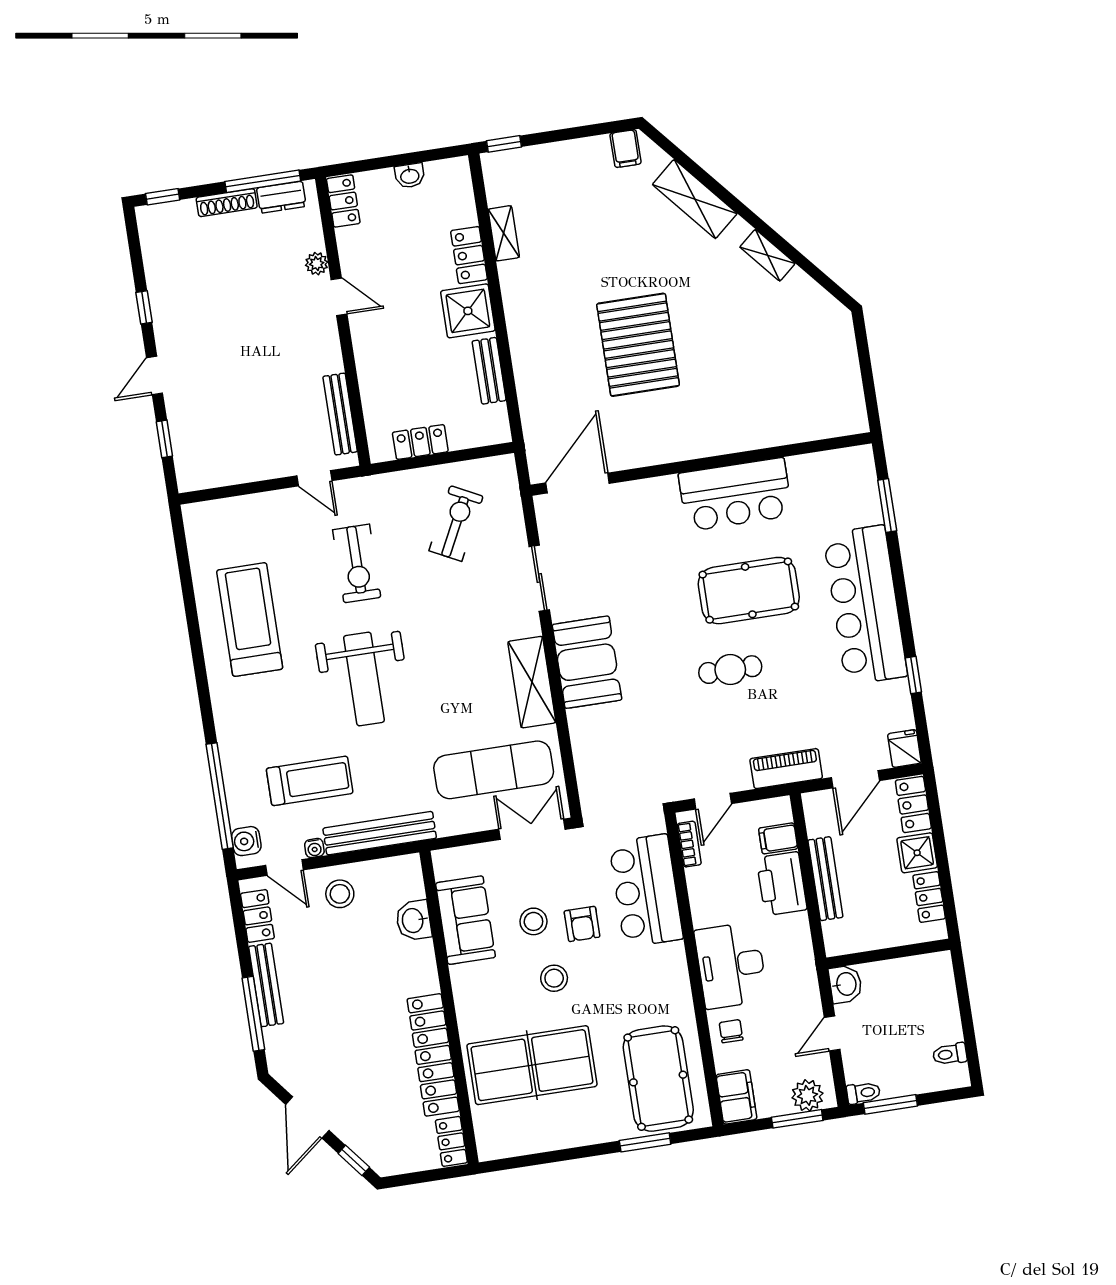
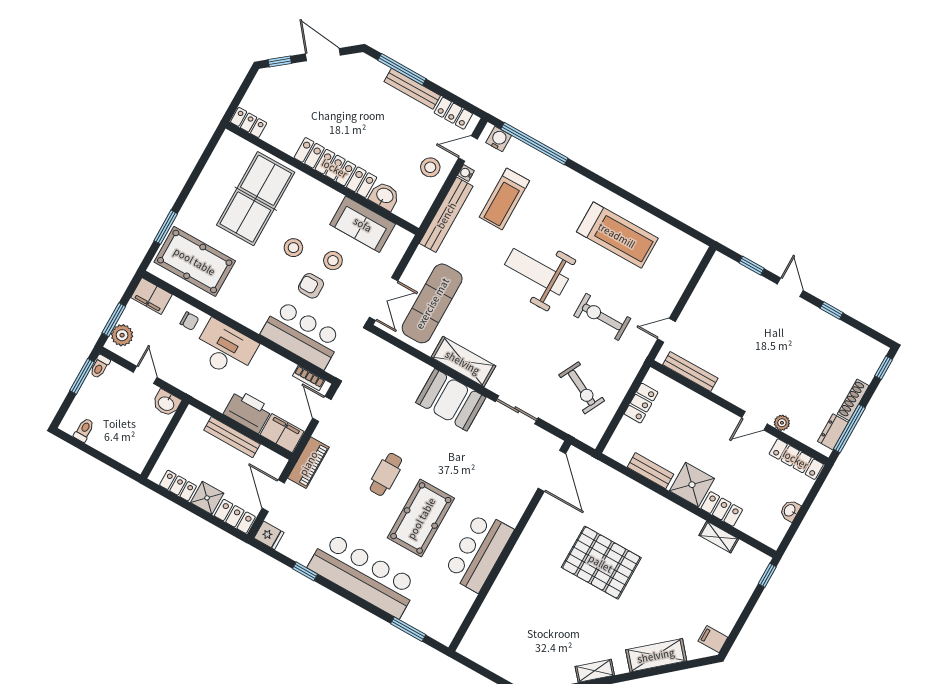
locker: (343, 201) -> (796, 459), width x1.53
filing cabinet: (778, 838) -> (282, 433), width x2.00
locker: (433, 1055) -> (335, 168), moved

